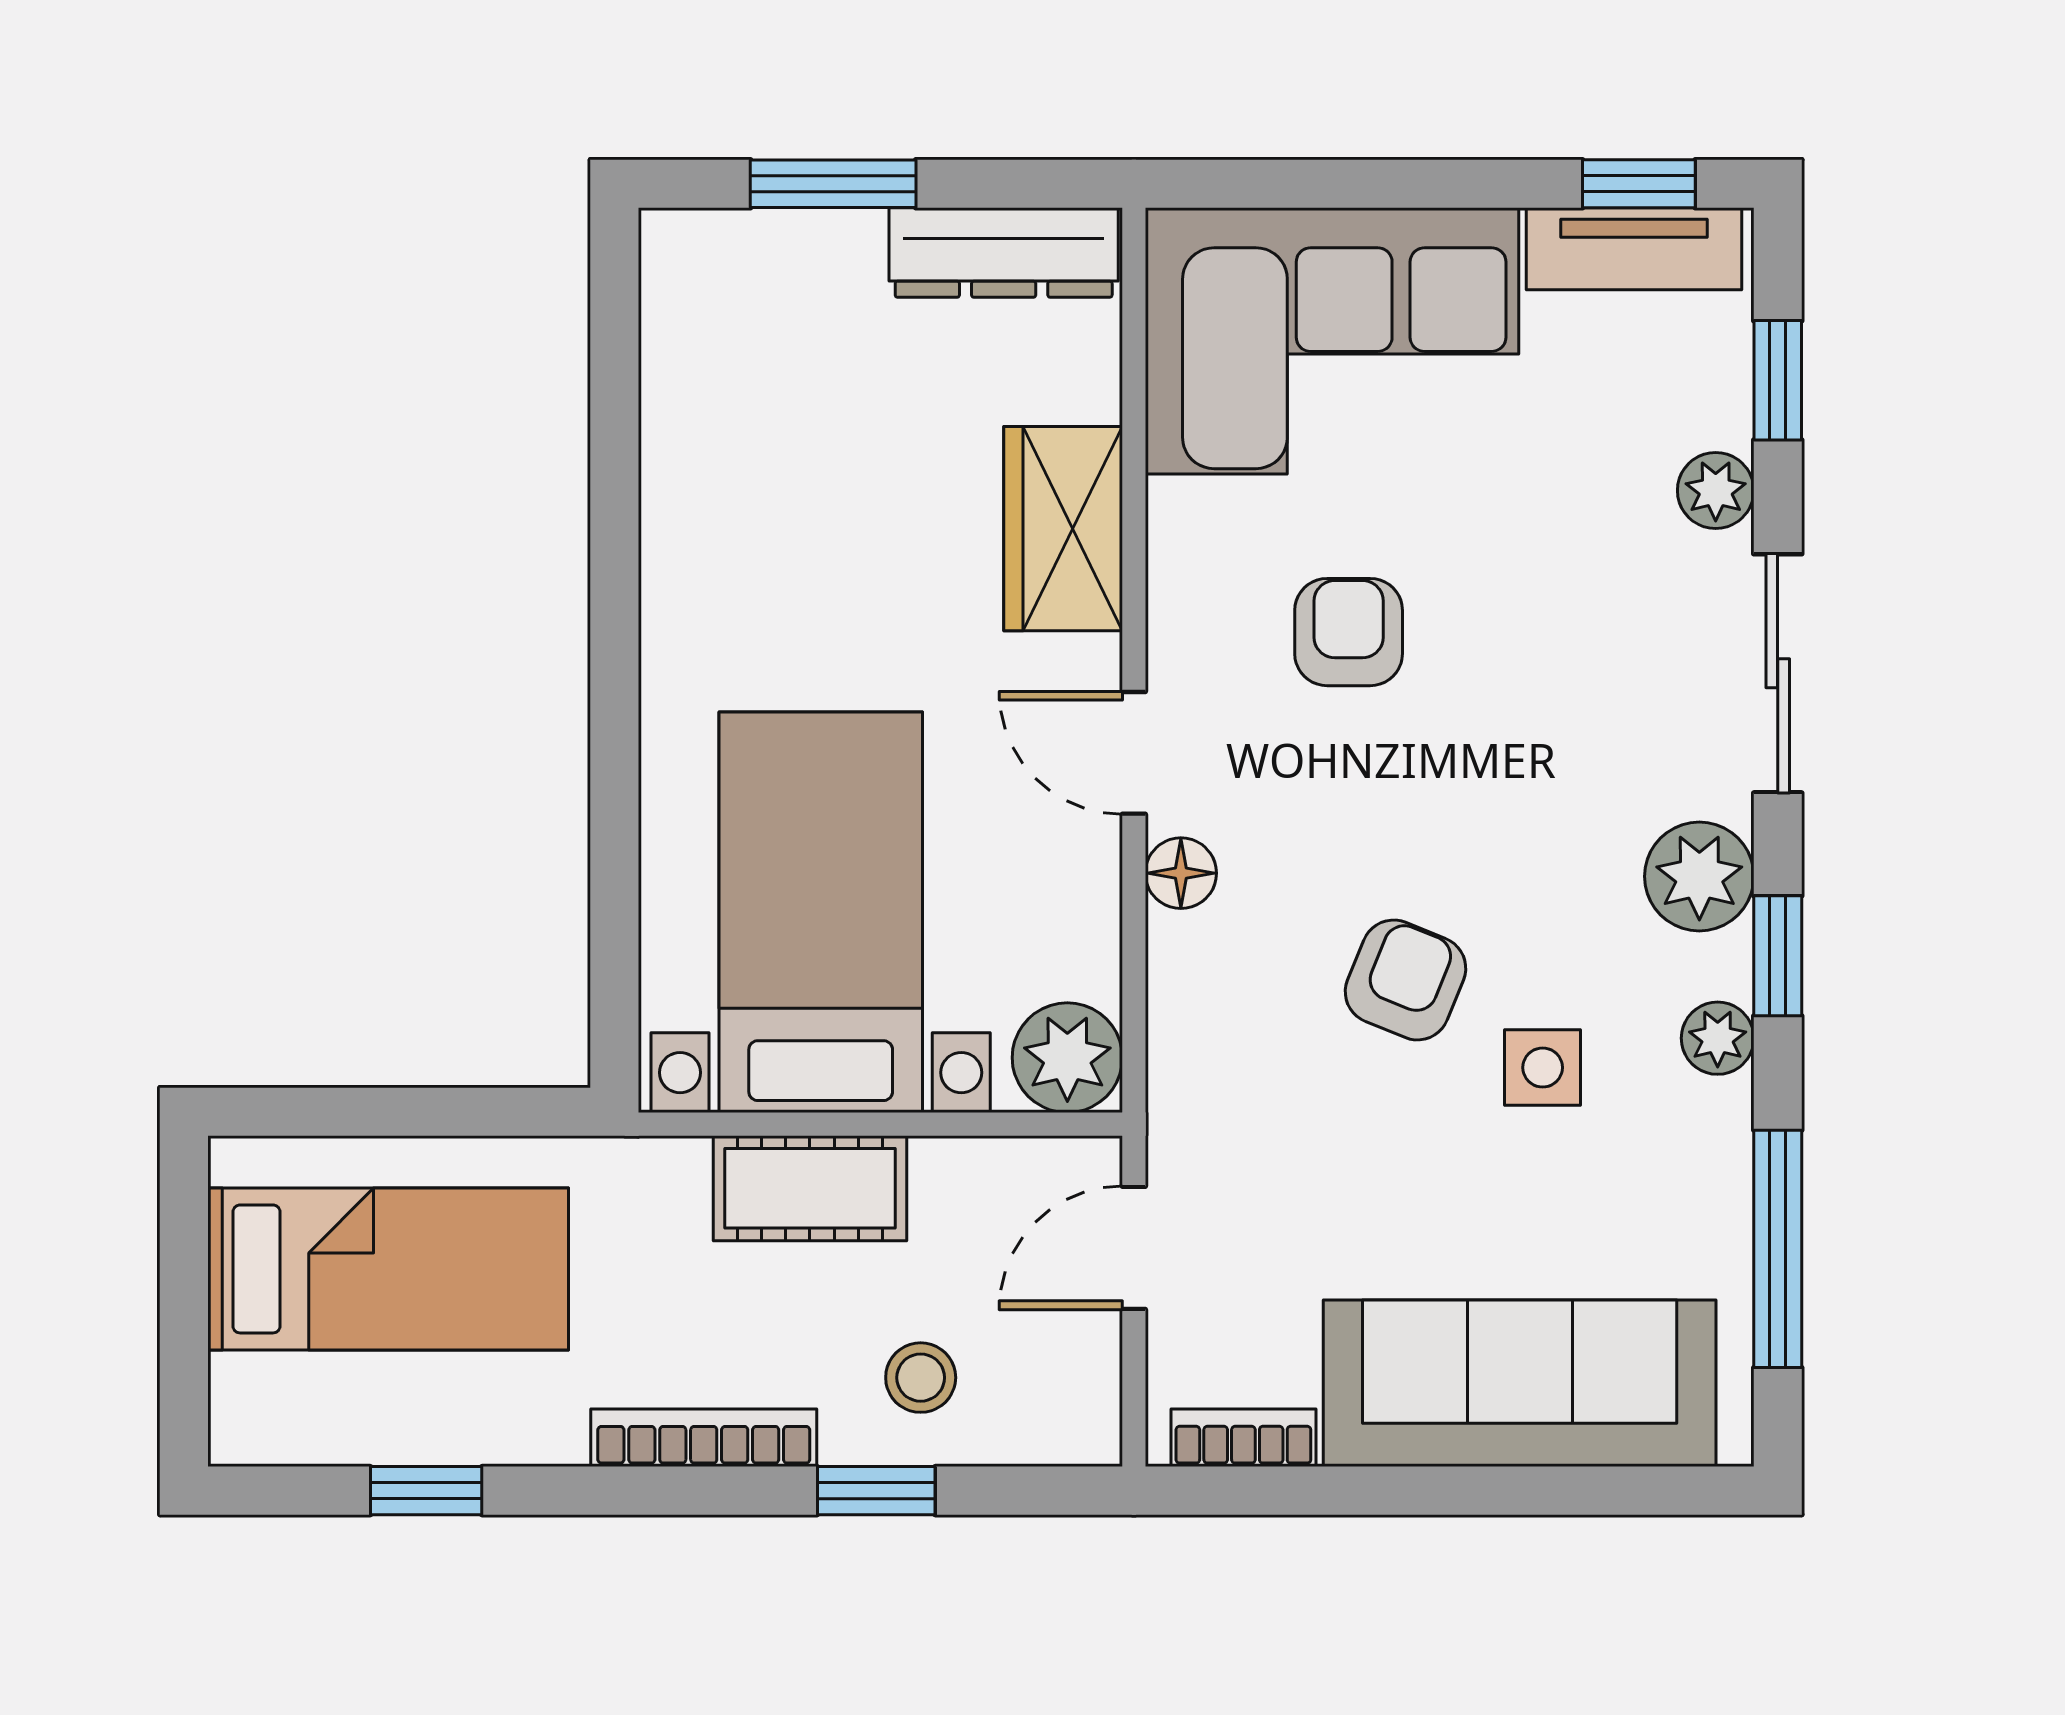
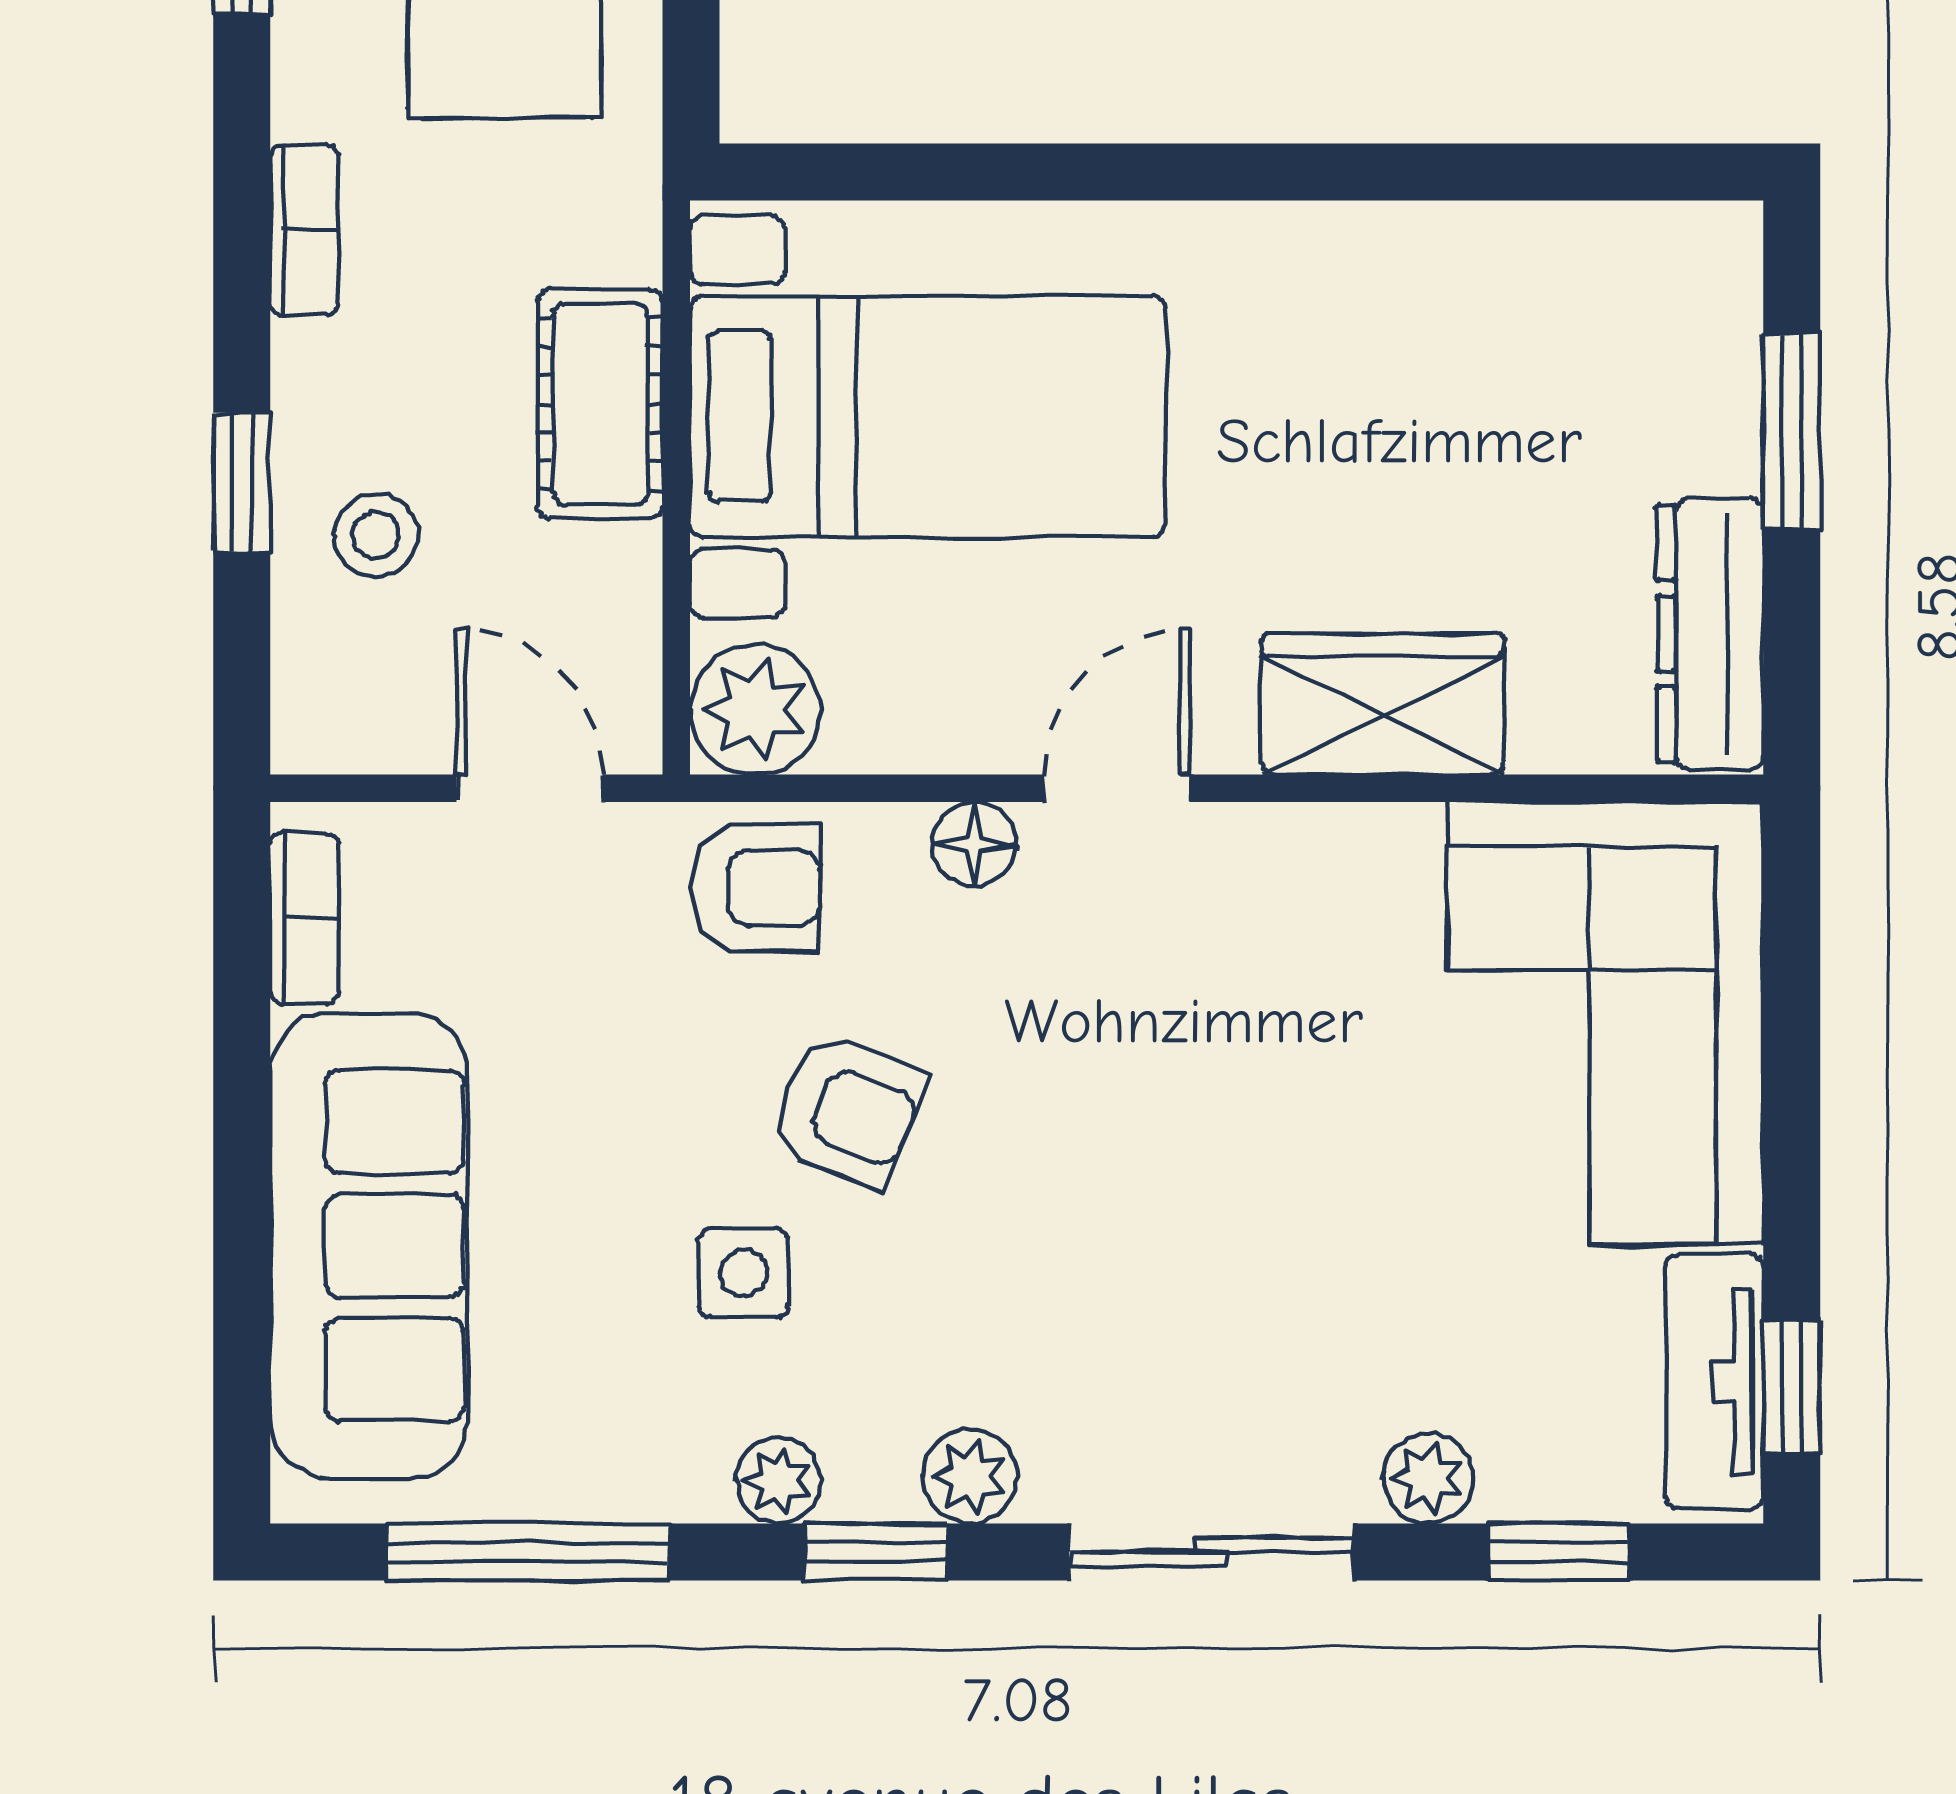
armchair: (1349, 632) -> (756, 888), moved
plant: (1699, 876) -> (970, 1476), width x0.73, depth x0.73
bookcase: (704, 1438) -> (304, 230), width x0.64

